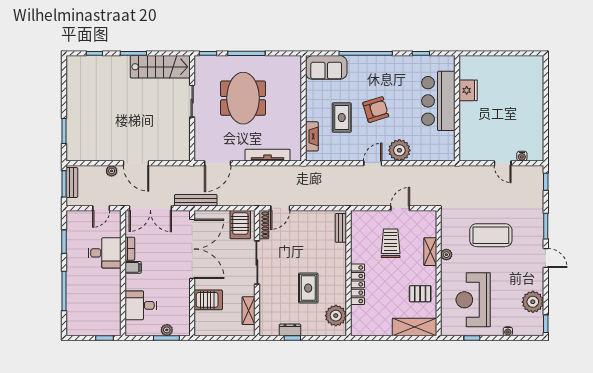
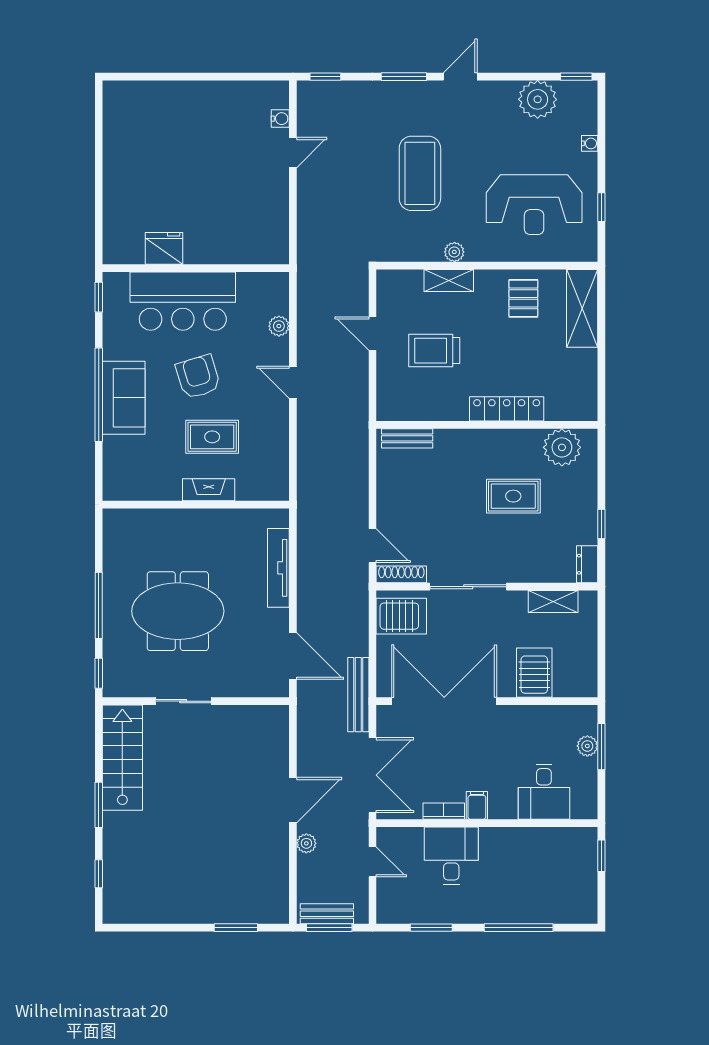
sofa: (326, 67) -> (124, 398), moved
fridge: (468, 90) -> (164, 248), moved
bar counter: (438, 101) -> (183, 301), moved
wall: (457, 108) -> (196, 268), moved
fireplace: (312, 136) -> (209, 490), moved
plant: (399, 150) -> (279, 326), width x0.53, depth x0.53
dresser: (290, 330) -> (587, 564), moved

